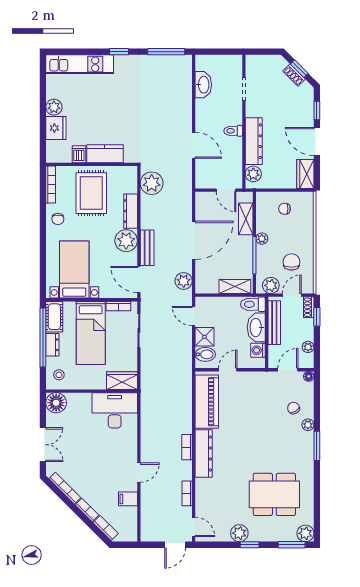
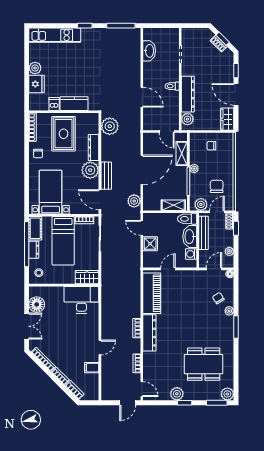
bidet: (205, 354) -> (151, 257), removed
floor lamp: (56, 403) -> (37, 304), moved

